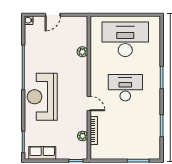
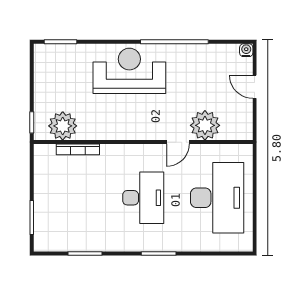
plant: (82, 52) -> (205, 125), width x1.88, depth x1.88
door: (89, 103) -> (178, 142), moved
plant: (83, 136) -> (63, 126), width x1.88, depth x1.88
row of seats: (42, 153) -> (44, 71), removed

